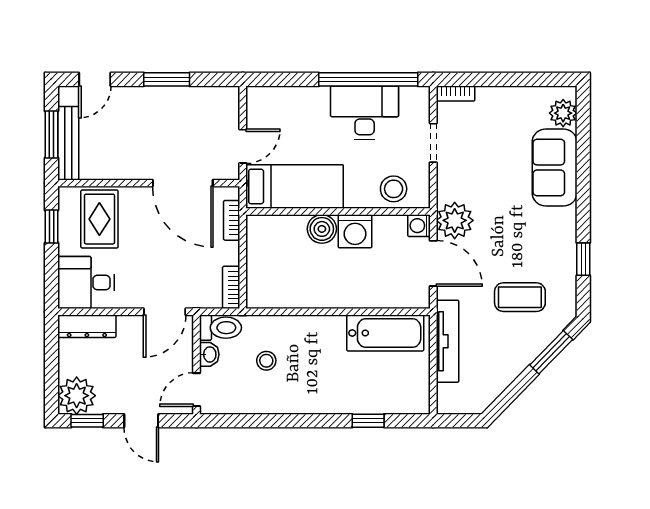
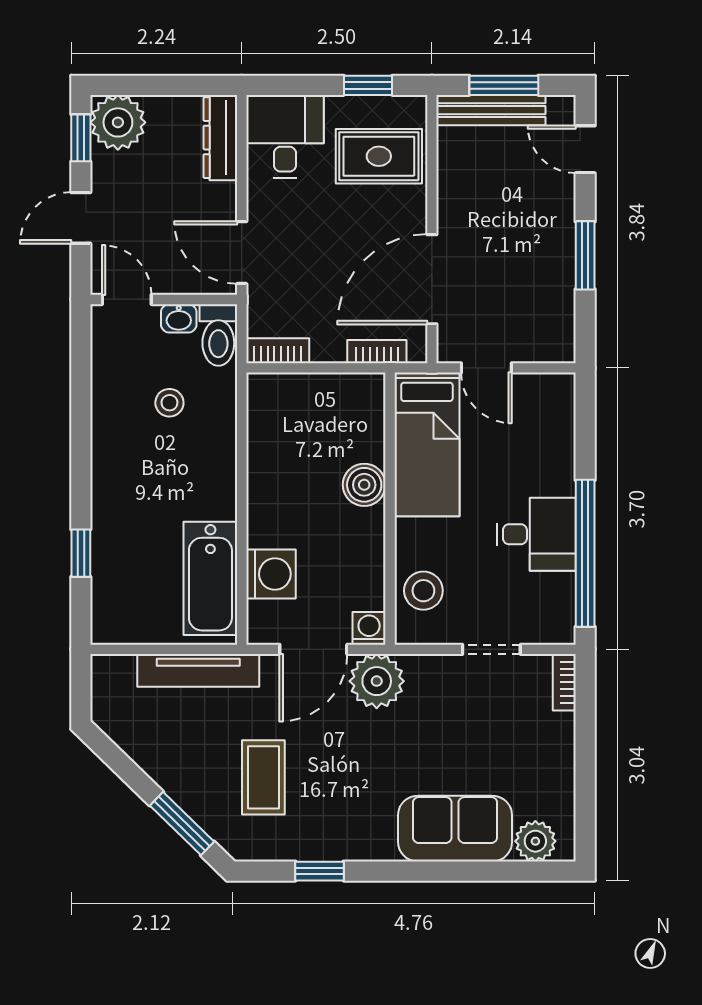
desk: (365, 113) -> (536, 534), width x0.73
washing machine: (355, 231) -> (271, 574), moved, turned 180

